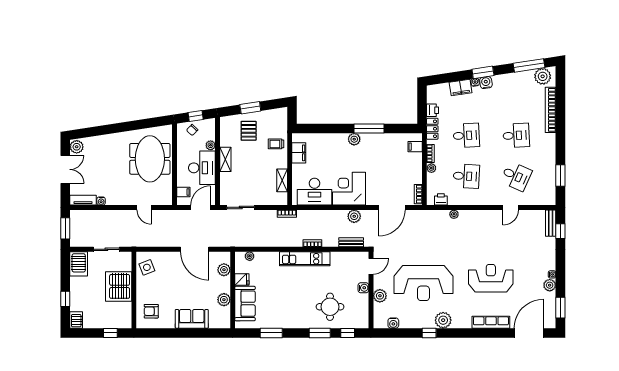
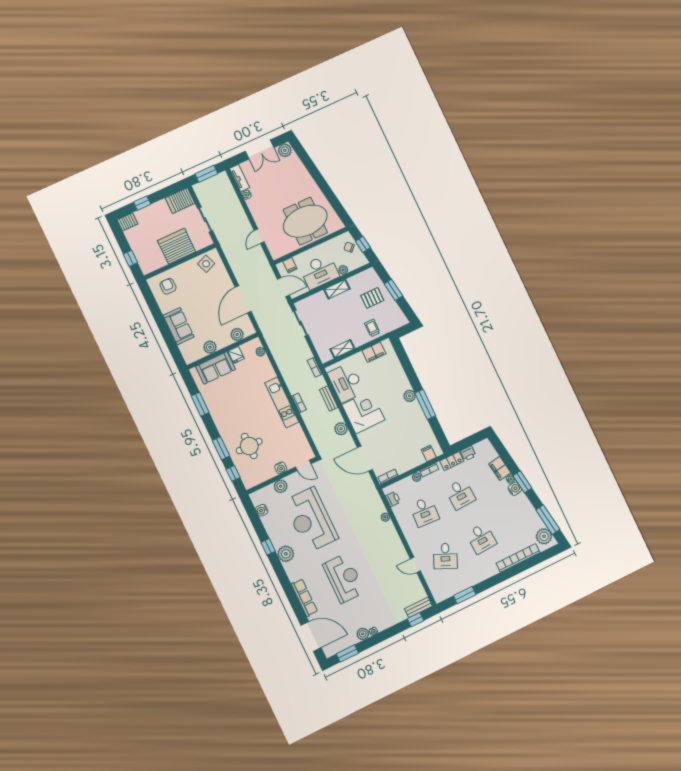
bench: (351, 242) -> (329, 398), moved

